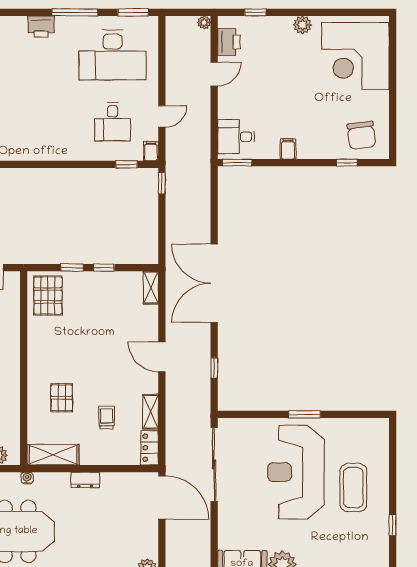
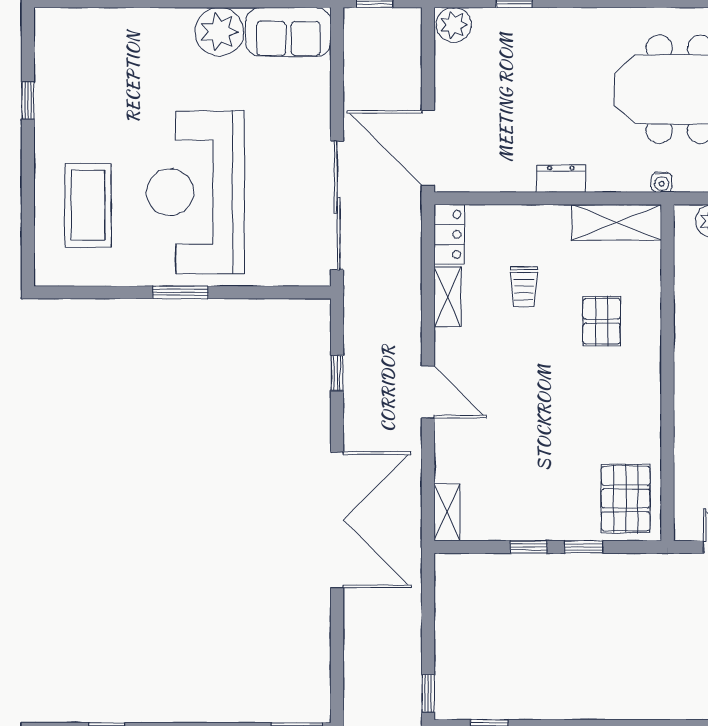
reception desk: (296, 472) -> (195, 192), turned 180
coffee table: (353, 488) -> (88, 205), moved

